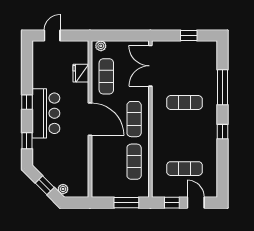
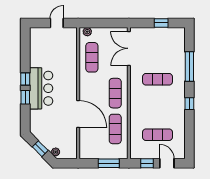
door: (52, 35) -> (57, 23), moved
fridge: (81, 73) -> (71, 55), removed
door: (90, 119) -> (78, 114), moved
window: (27, 141) -> (25, 97), moved

